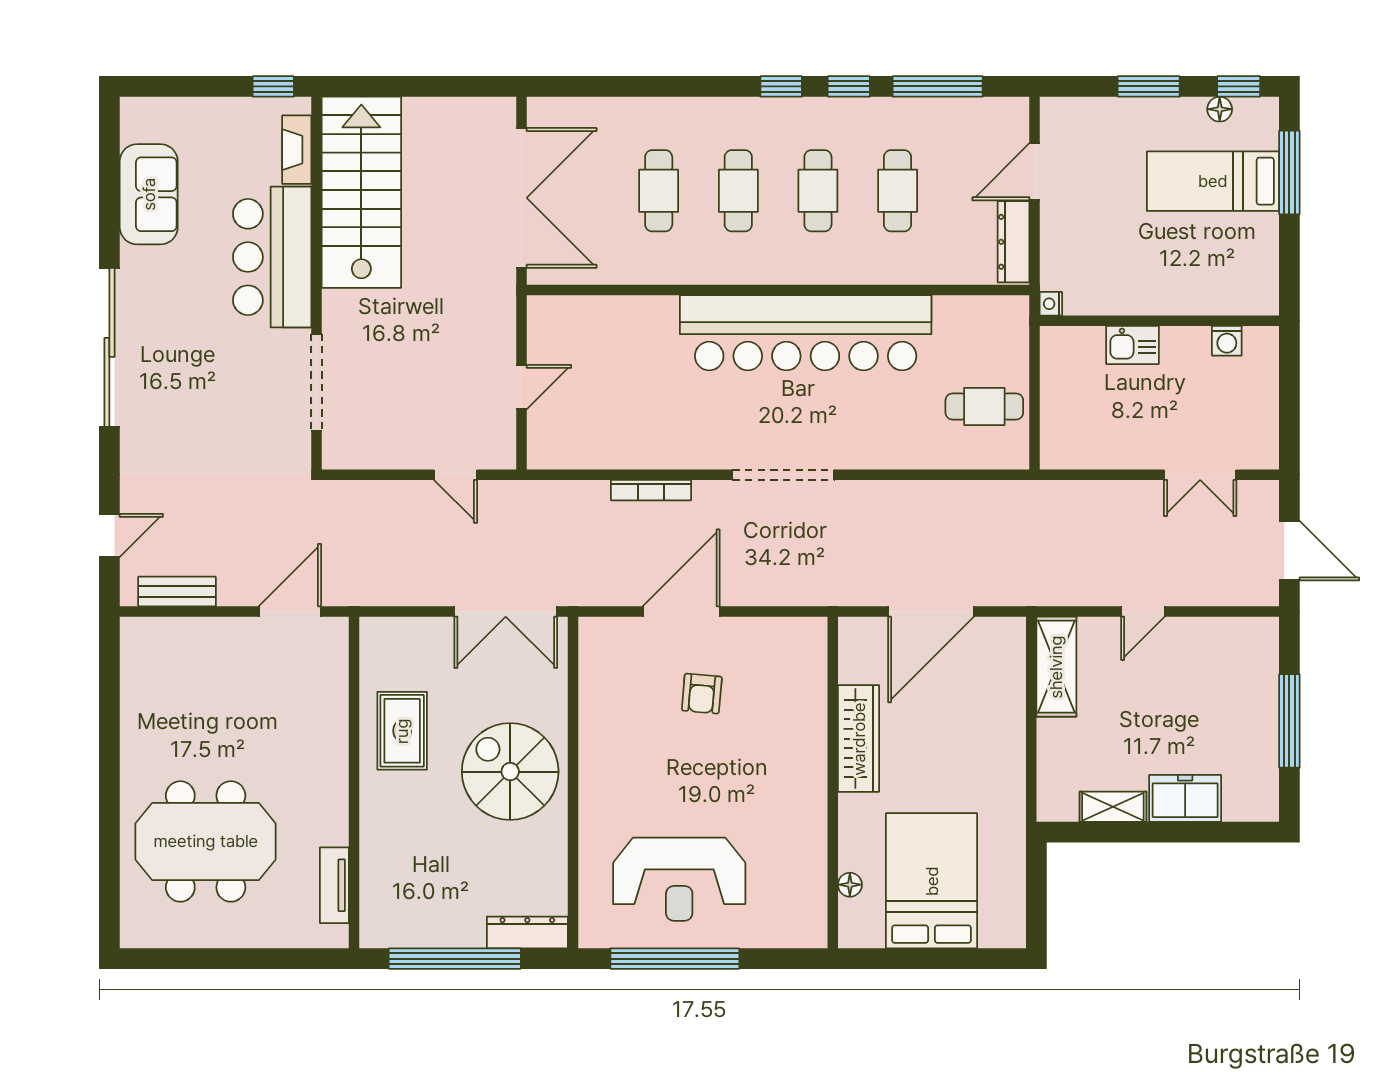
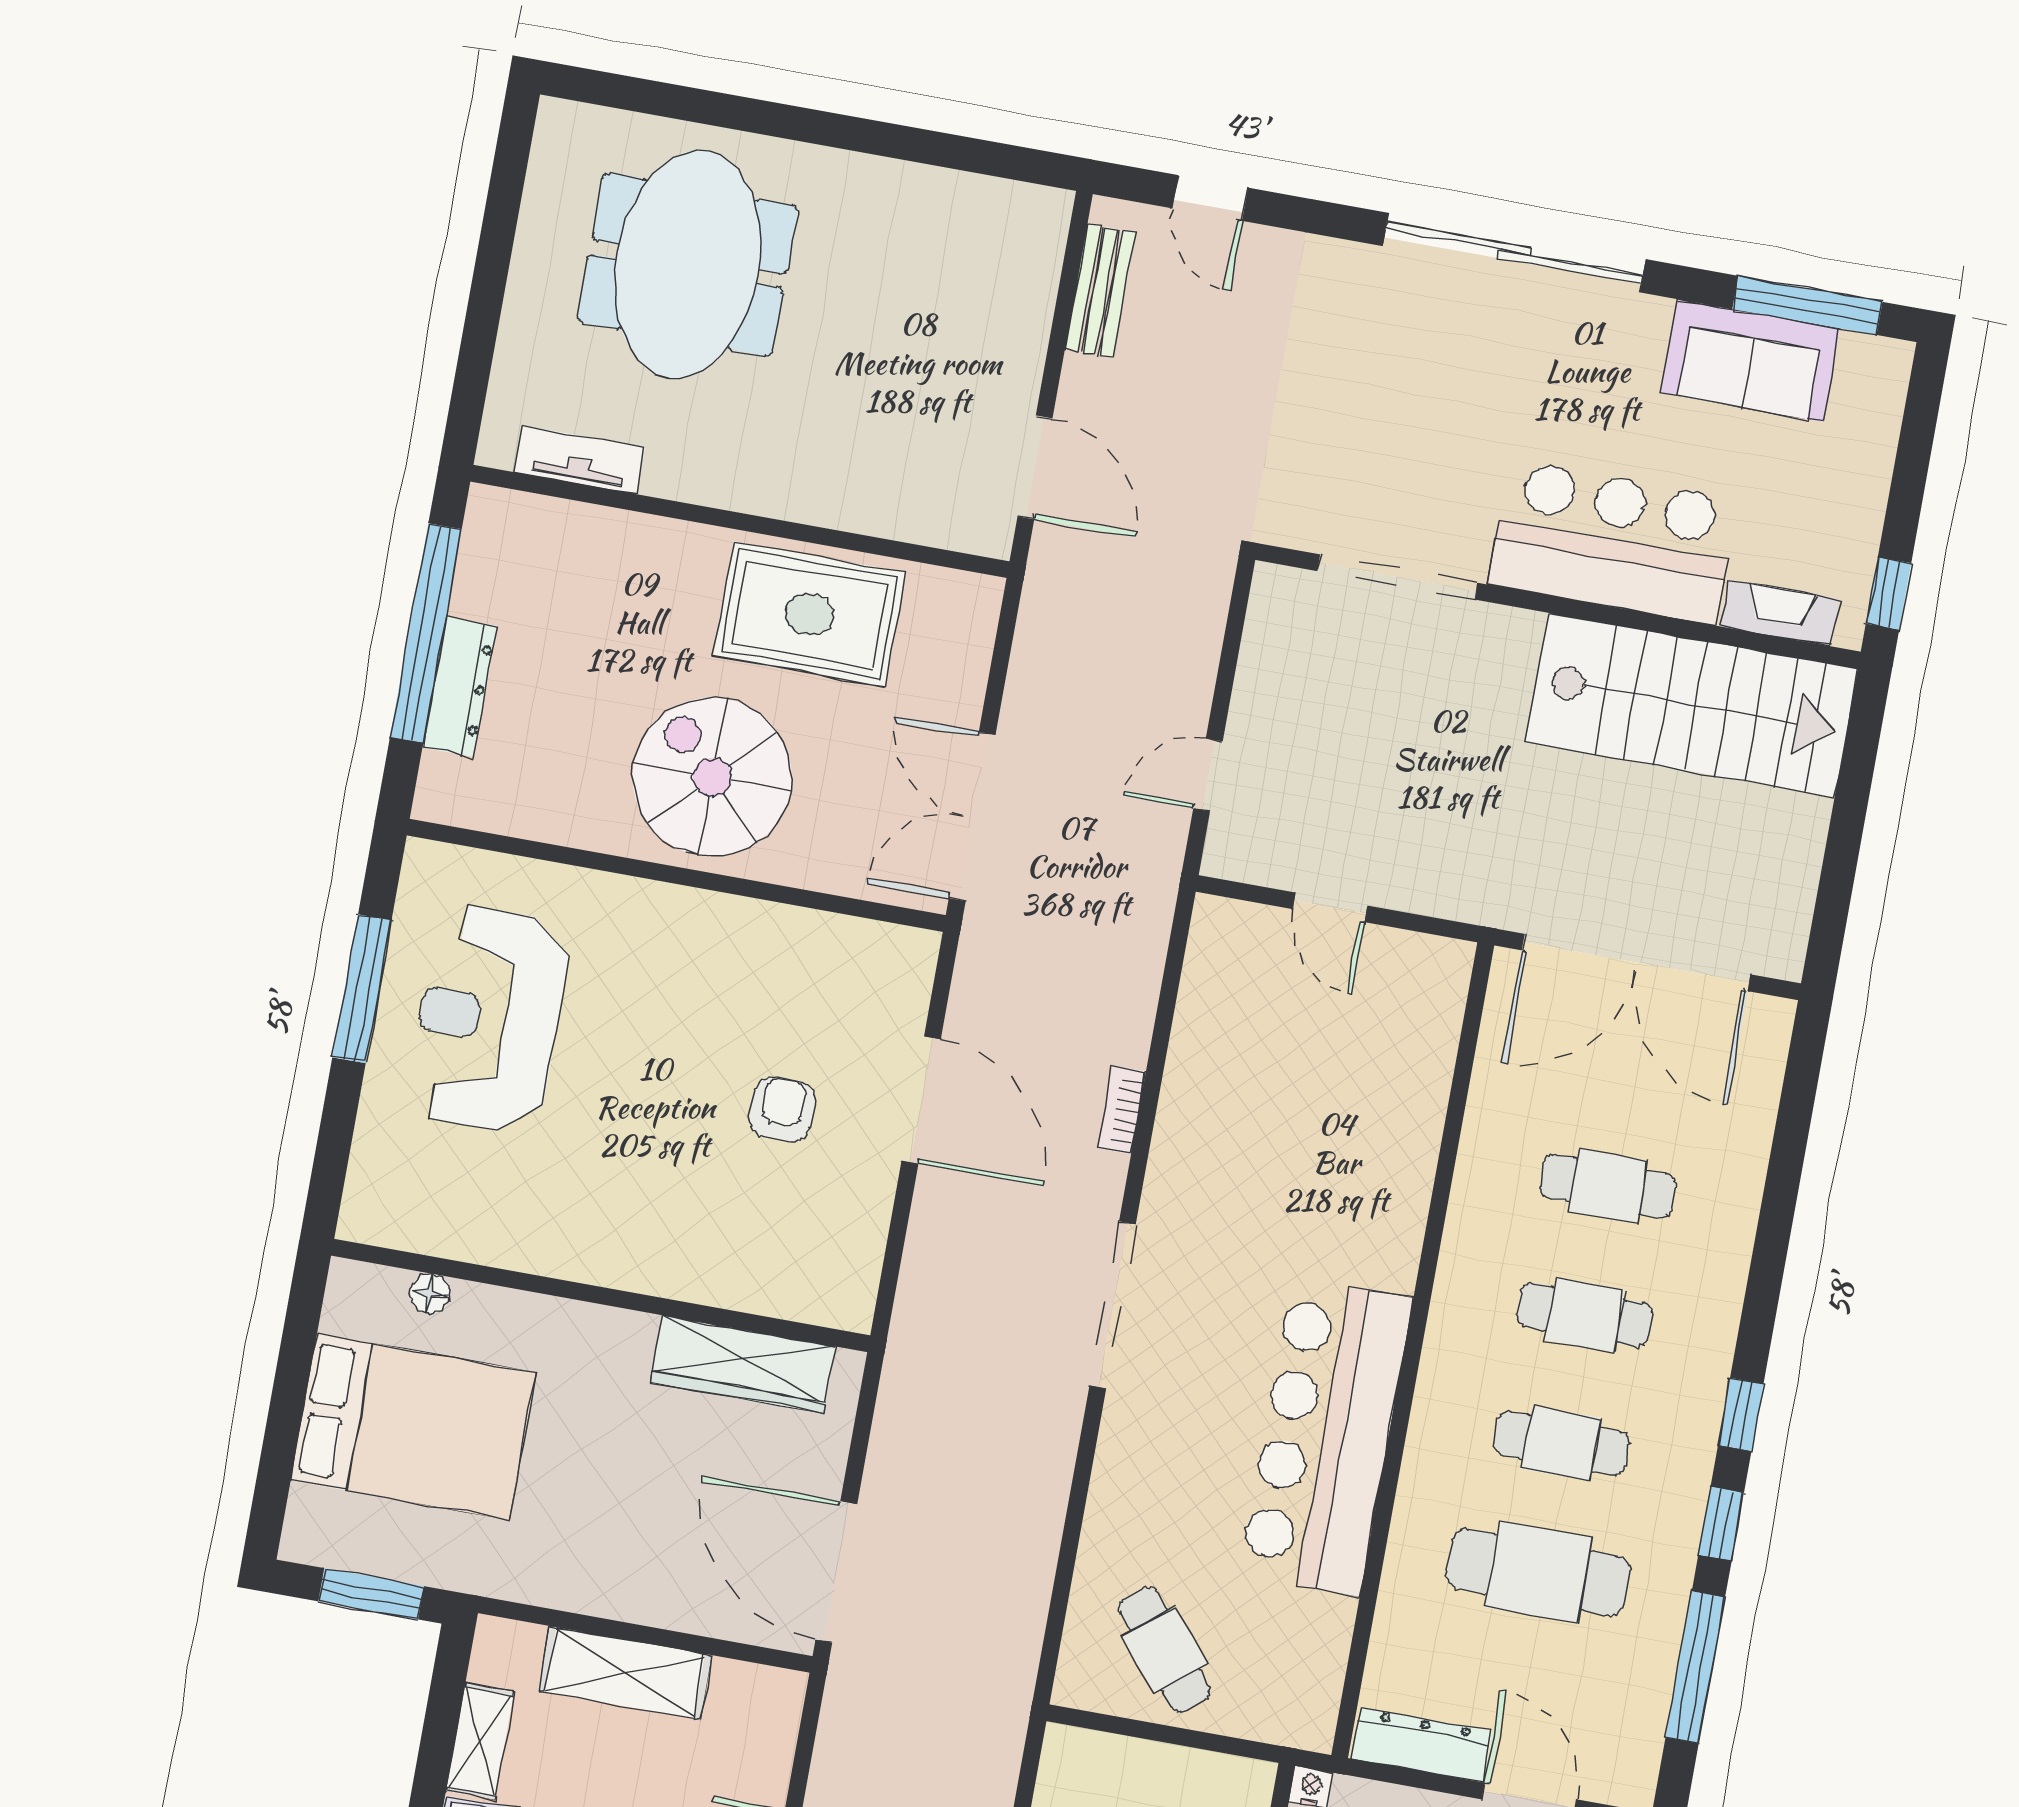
window: (109, 166) -> (1807, 305), added
cafe table: (898, 191) -> (1538, 1572), width x1.37, depth x1.35
bar counter: (806, 333) -> (1326, 1437), width x0.73
cafe table: (984, 406) -> (1164, 1650), turned -39
bookcase: (651, 490) -> (1122, 1110), width x0.64
door: (931, 611) -> (836, 1572), moved
shelving: (1056, 667) -> (625, 1673), moved
armchair: (702, 694) -> (782, 1109), turned 85
rug: (402, 731) -> (810, 614), width x1.36, depth x1.43
wardrobe: (859, 739) -> (743, 1364), moved
spiral stairs: (510, 772) -> (712, 777), turned -90
window: (1036, 888) -> (371, 1594), added
dresser: (527, 932) -> (460, 687), moved
window: (675, 959) -> (362, 989), width x0.68

